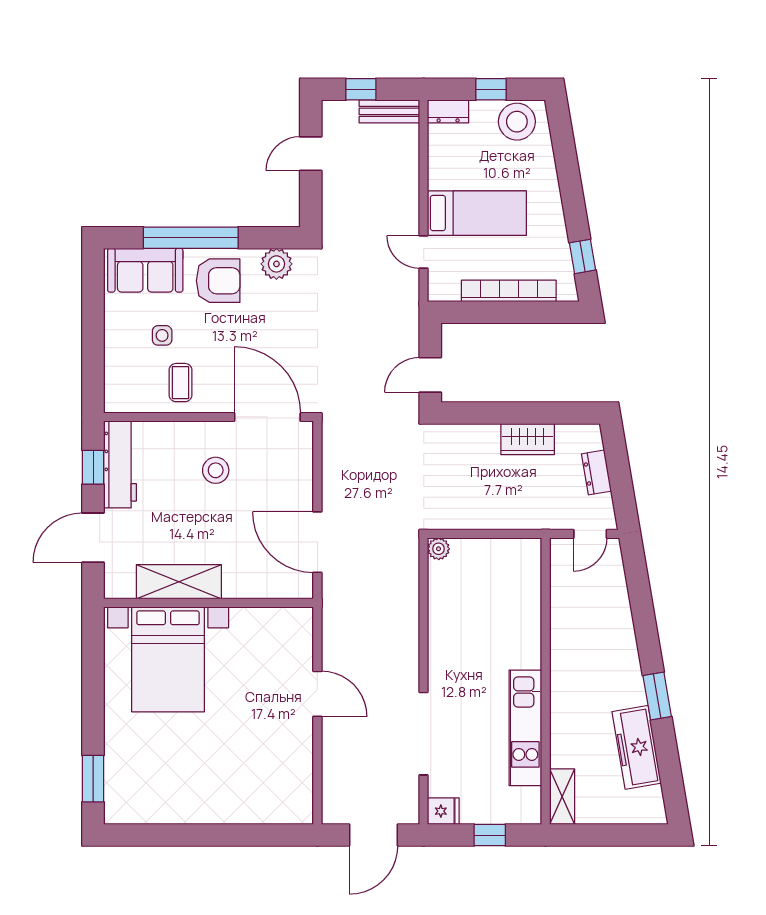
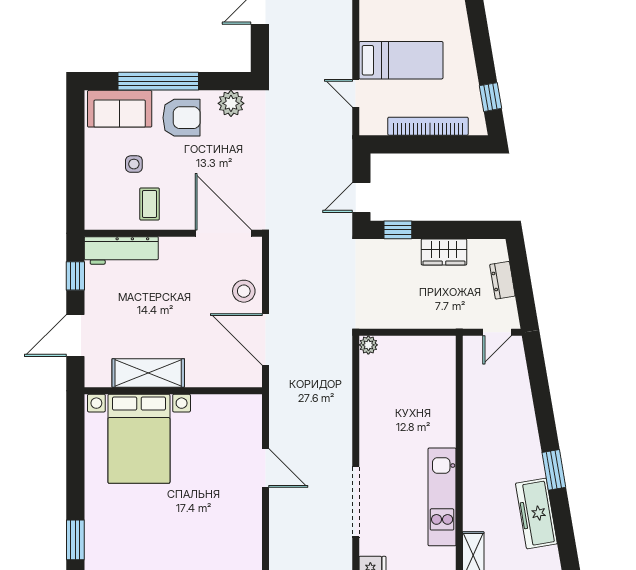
window: (473, 413) -> (398, 230), added
workbench: (120, 464) -> (121, 250), moved, turned 90
stool: (216, 470) -> (244, 291), moved

